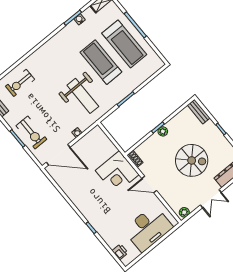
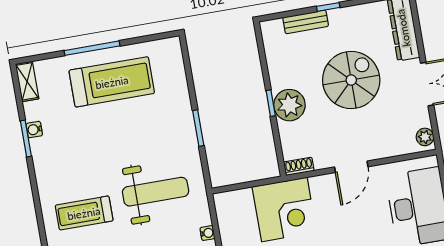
treadmill: (101, 62) -> (84, 213), moved, width x0.73, depth x0.73
bench: (199, 112) -> (306, 22), moved
plant: (163, 131) -> (289, 105), width x1.88, depth x1.88
corner desk: (117, 173) -> (284, 209), moved

